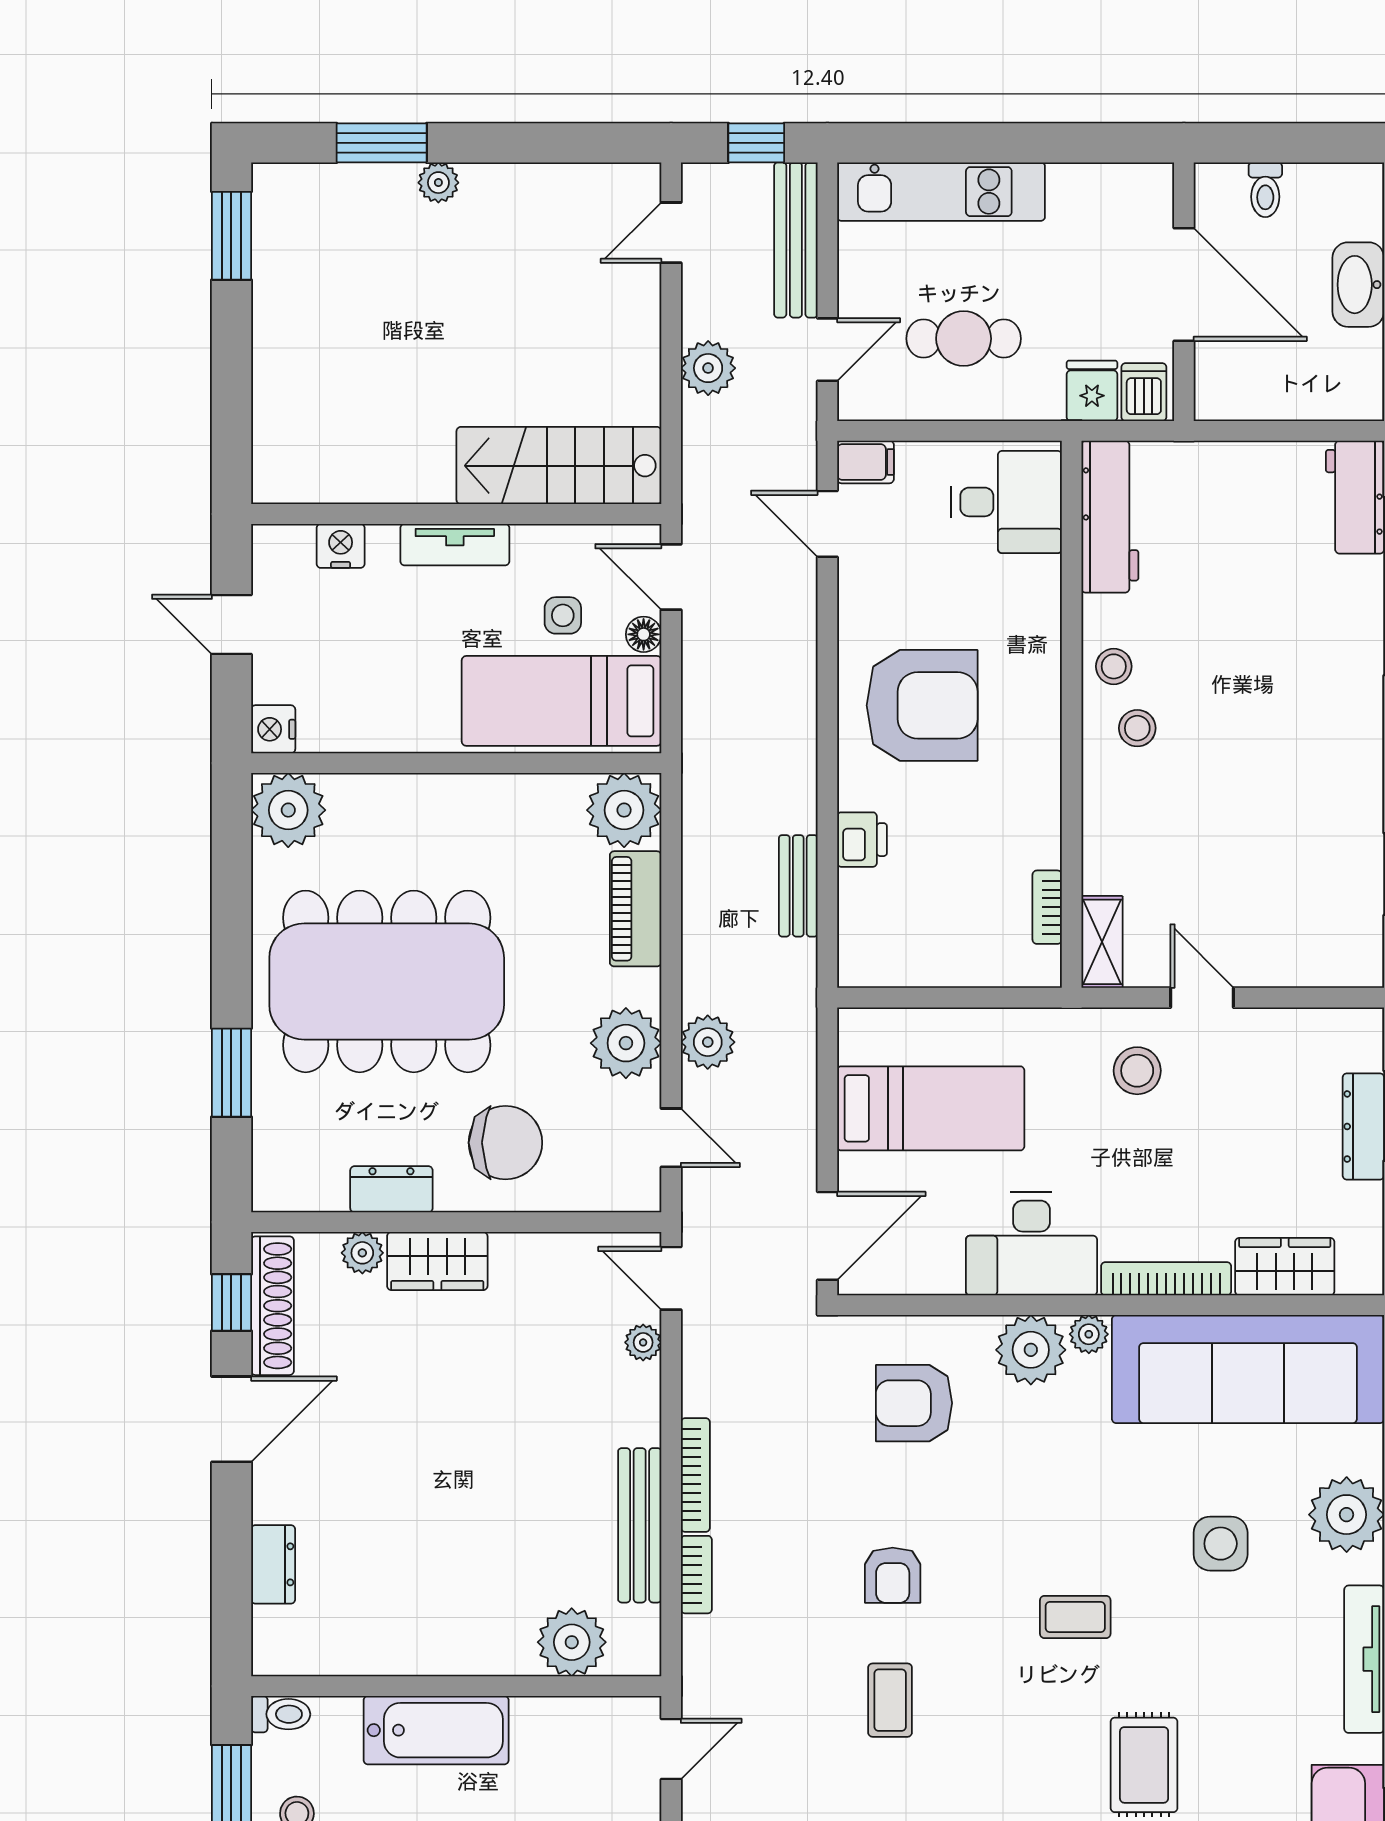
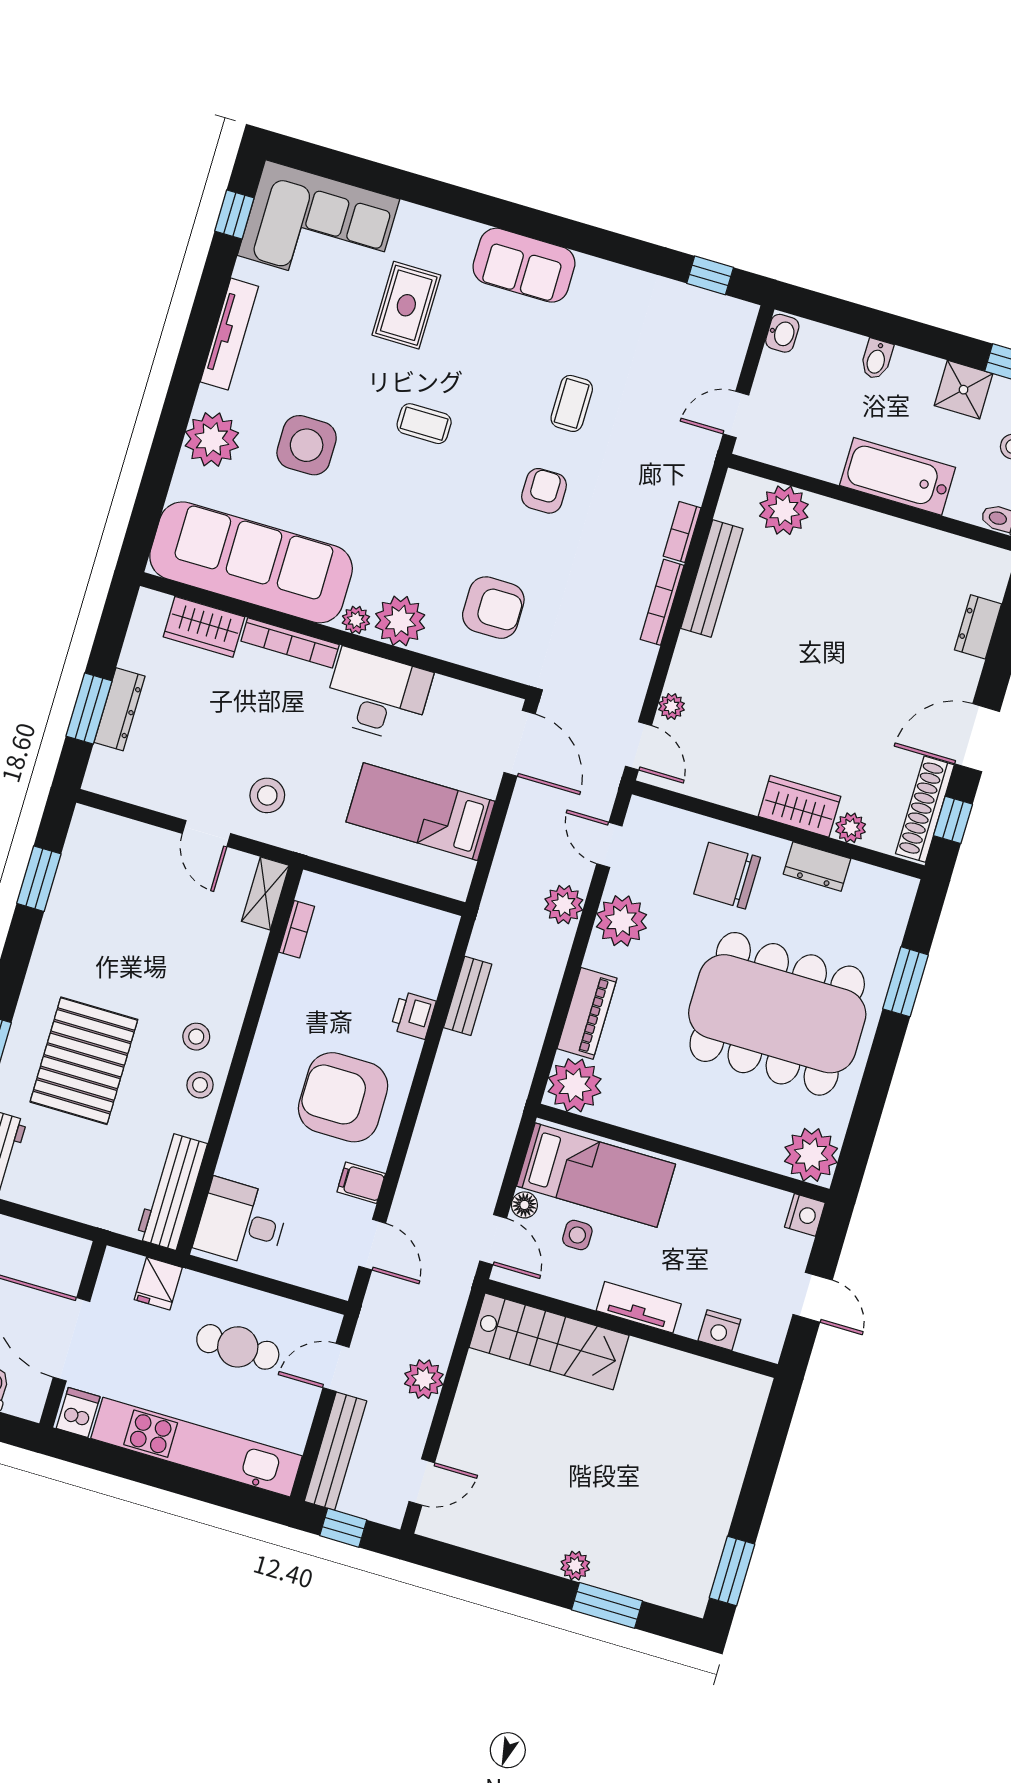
kitchen unit: (941, 192) -> (197, 1447), width x1.36
dishwasher: (1144, 392) -> (78, 1413), moved, turned 180
filing cabinet: (865, 462) -> (361, 1183), moved
pallet: (1275, 653) -> (84, 1061), added
door: (827, 1236) -> (520, 743), swing flipped
side table: (1221, 1544) -> (307, 445), width x1.37, depth x1.37

